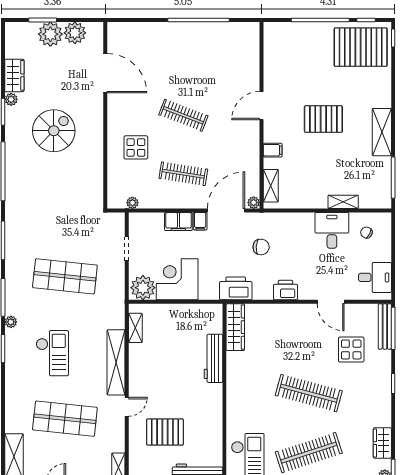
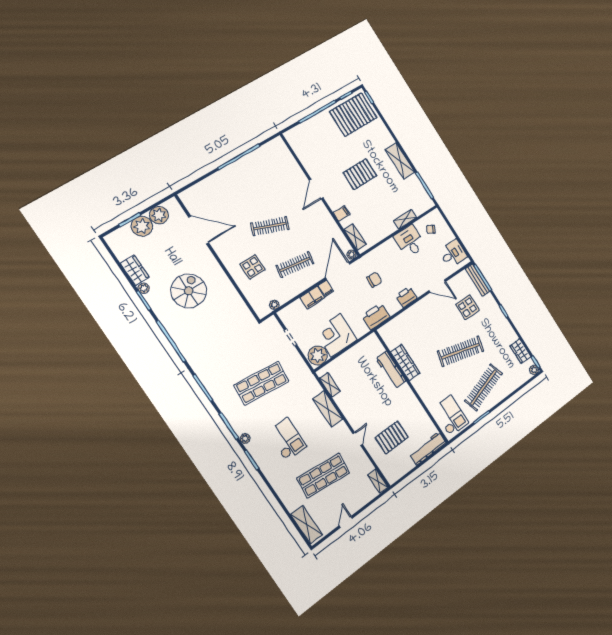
wardrobe: (235, 327) -> (405, 363), moved
shelving: (116, 362) -> (328, 409), width x0.68

